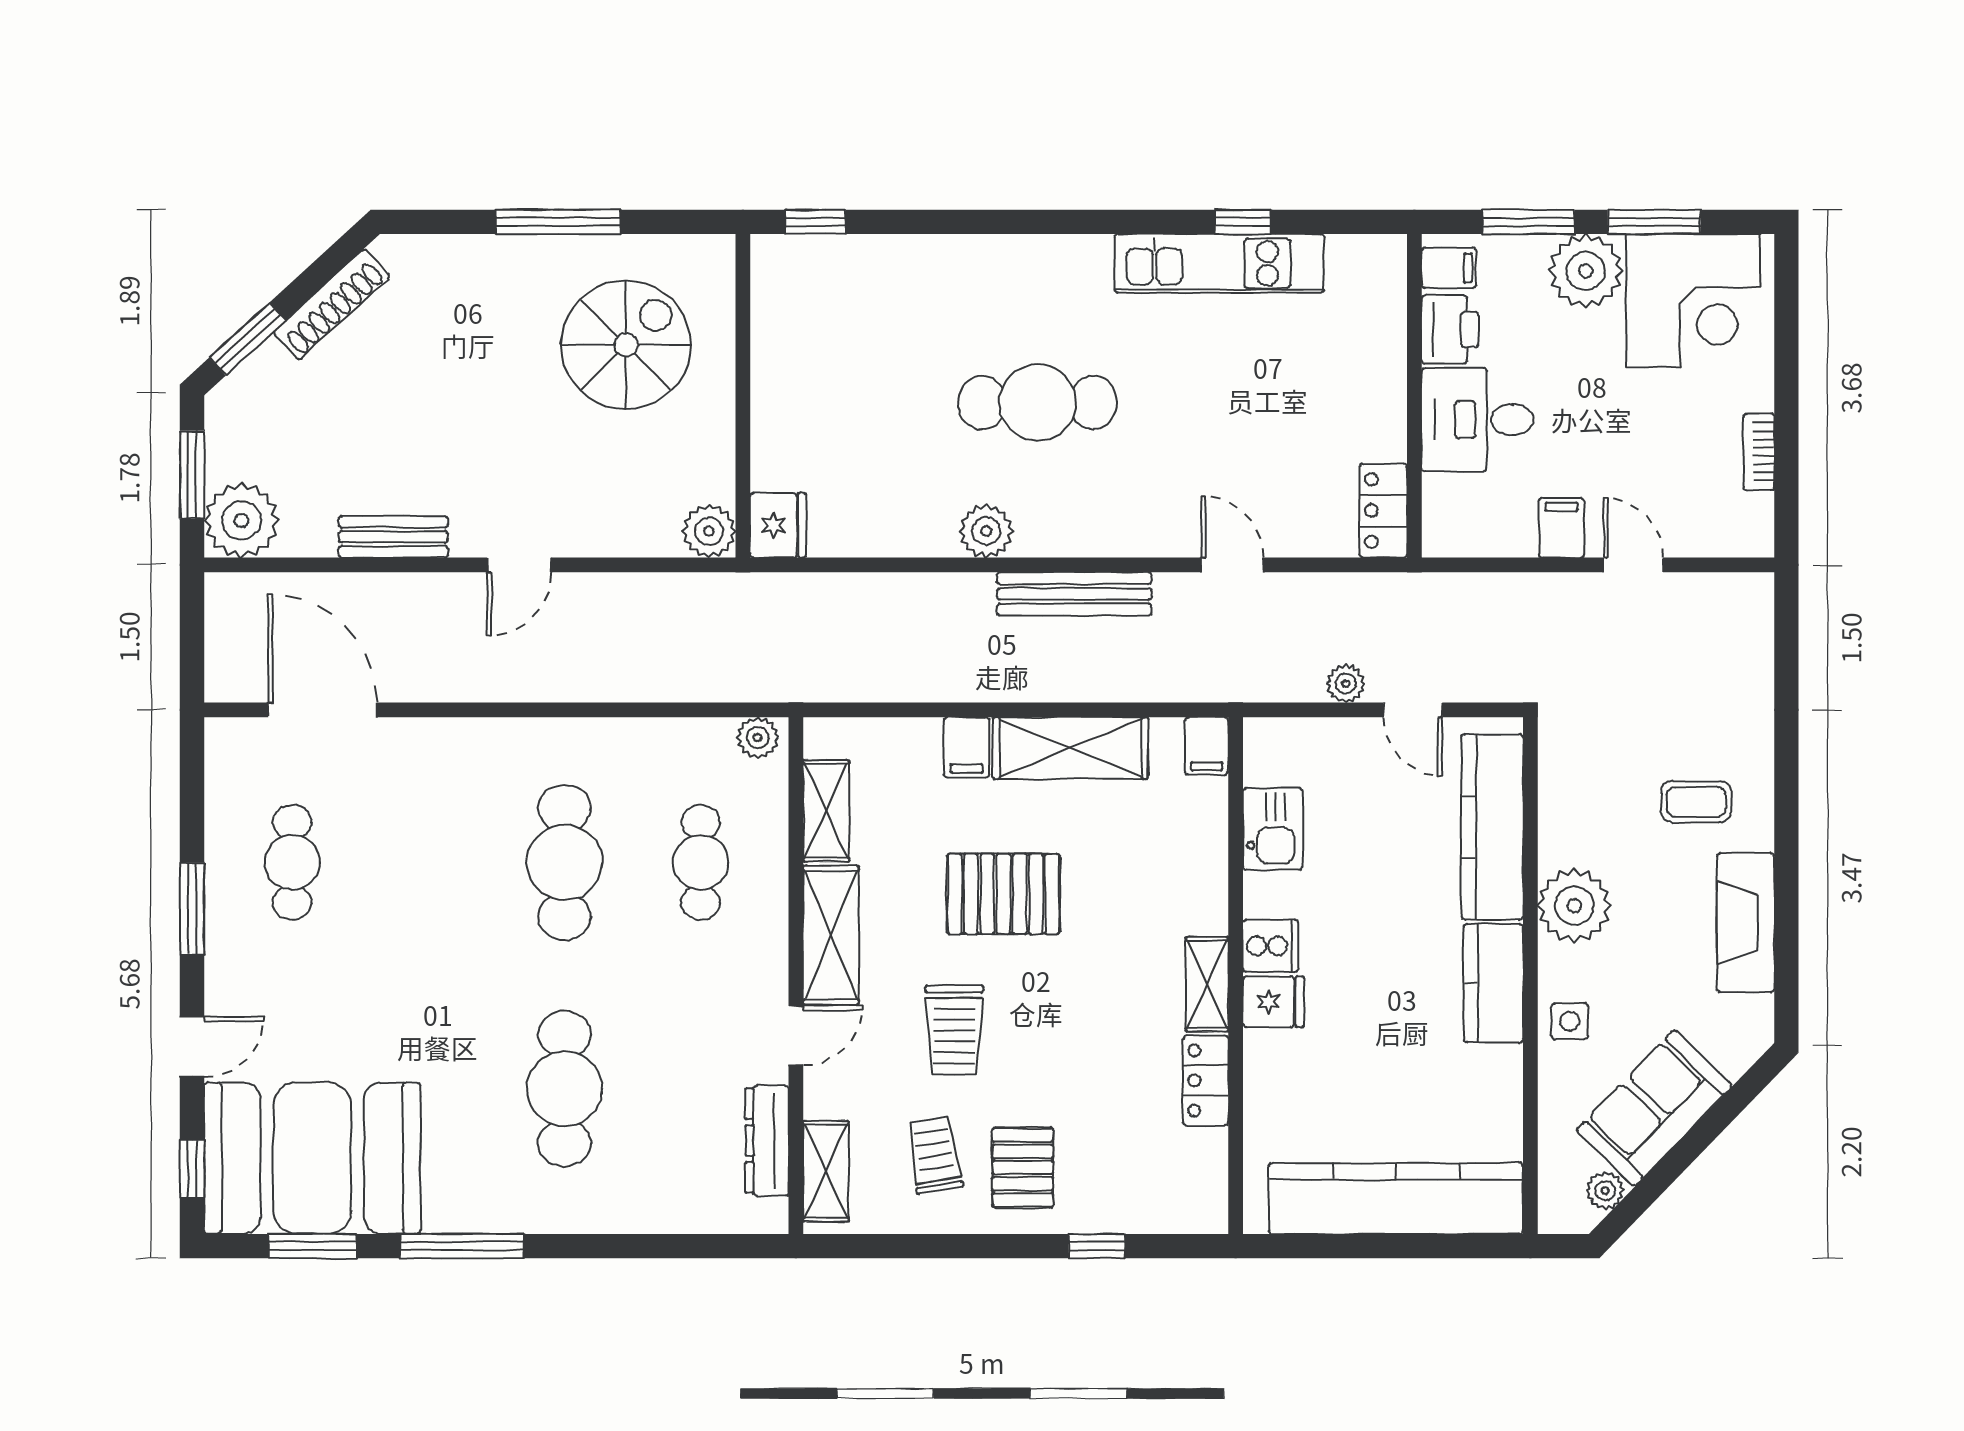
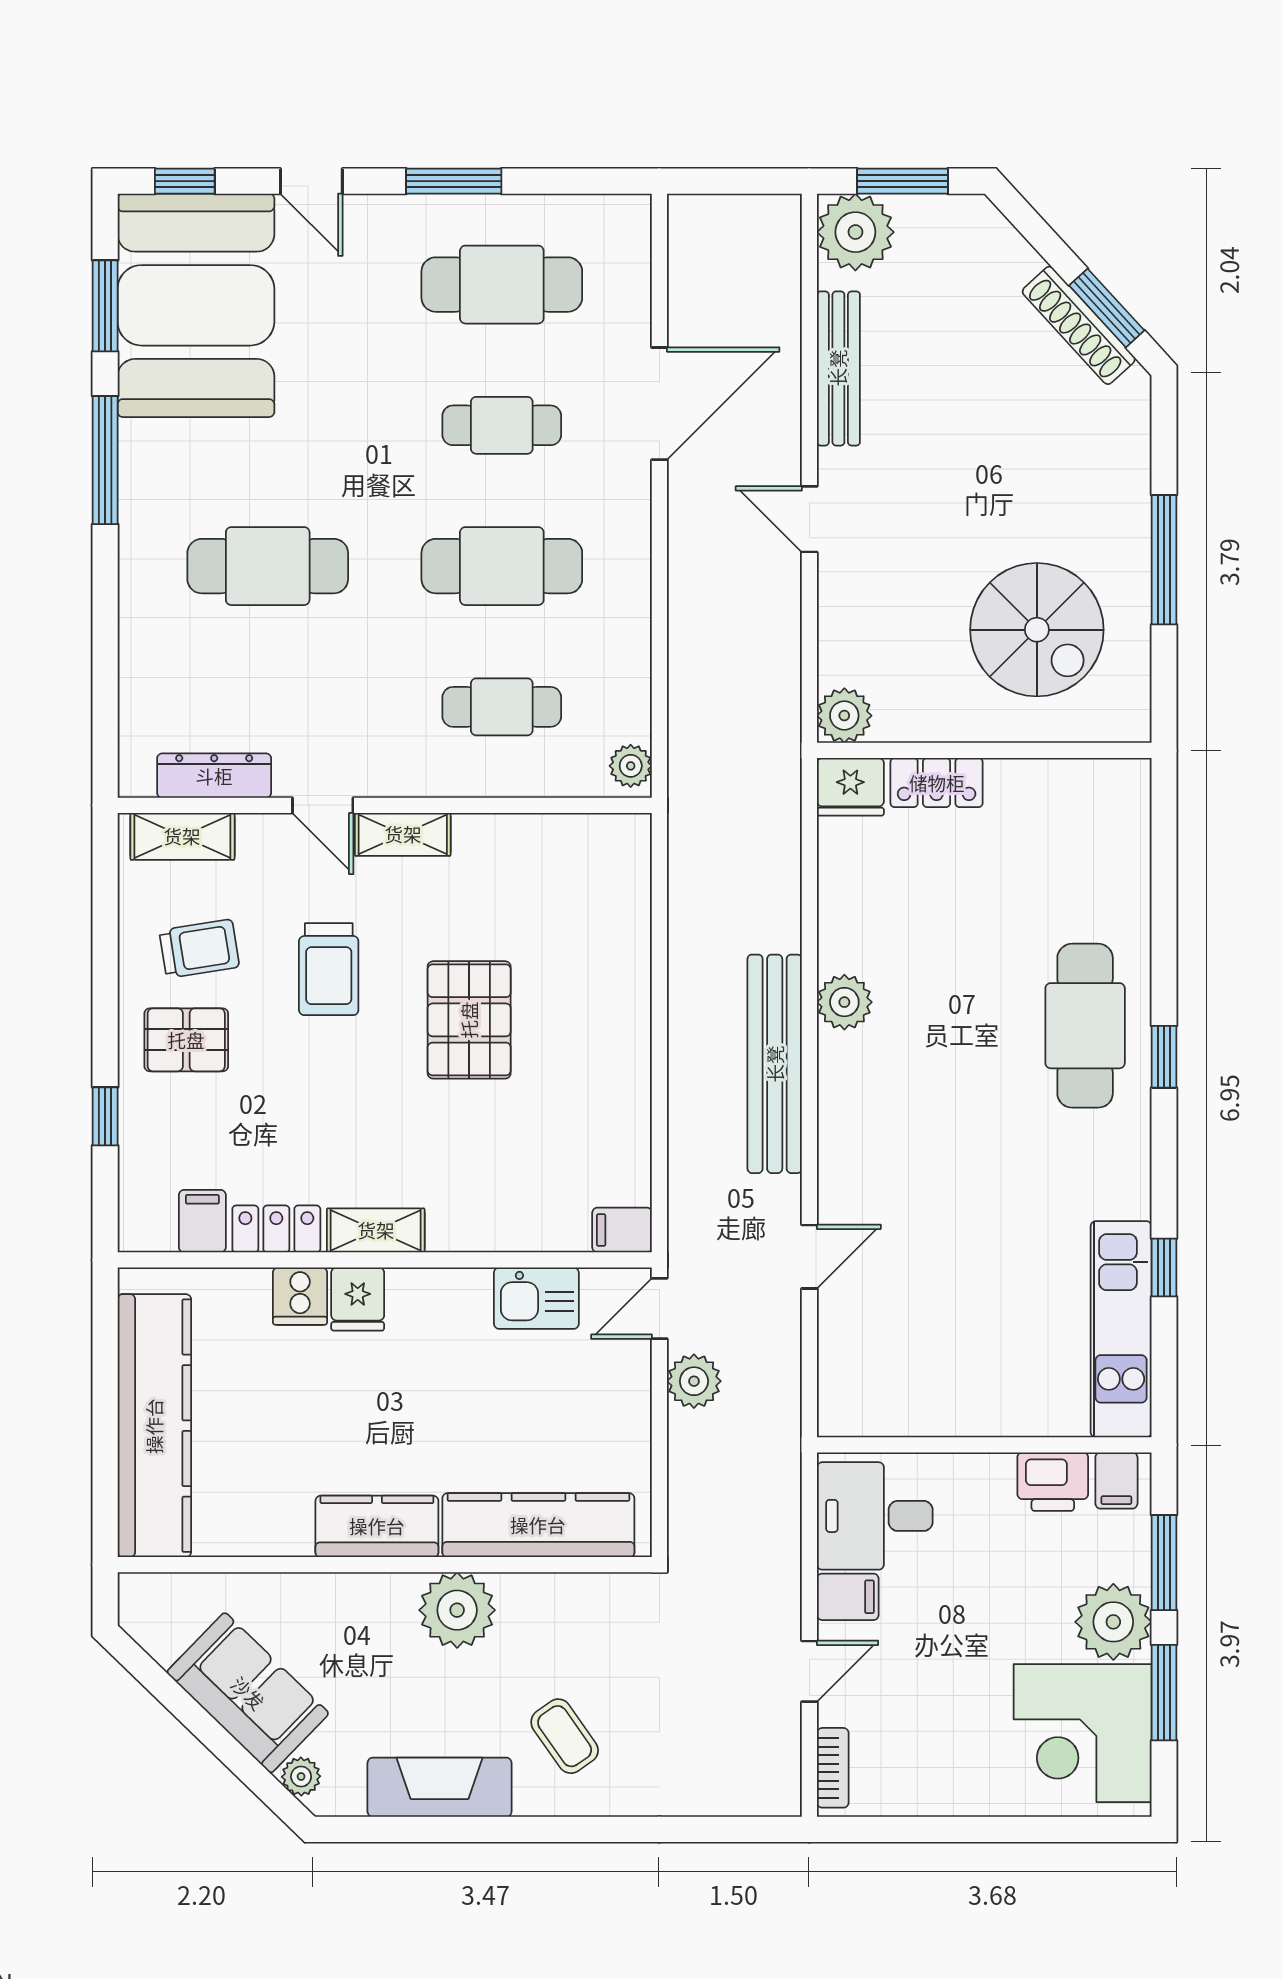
window: (815, 222) -> (1164, 1057), moved
kitchen unit: (1219, 263) -> (1121, 1329), moved
window: (248, 339) -> (1107, 308), moved
cafe table: (1038, 403) -> (1085, 1026), moved
desk: (1478, 420) -> (875, 1516), moved, turned -90
bookcase: (1759, 452) -> (833, 1768), moved, turned 90
locker: (1383, 511) -> (937, 783), moved, turned 180
bench: (393, 537) -> (838, 368), width x1.36
bench: (1074, 594) -> (775, 1064), width x1.37, depth x1.21
plant: (1346, 684) -> (694, 1381), width x1.38, depth x1.38
door: (322, 710) -> (659, 404), moved
door: (1413, 710) -> (659, 1309), moved
filing cabinet: (967, 747) -> (202, 1221), moved, turned 90
shelving: (1070, 748) -> (620, 1089), removed
coffee table: (1696, 802) -> (565, 1736), turned -35
shelving: (826, 811) -> (555, 837), removed
cafe table: (292, 862) -> (502, 285), width x1.37, depth x1.35
cafe table: (428, 862) -> (502, 425), added
shelving: (831, 935) -> (403, 834), width x0.67, depth x0.75
cooker: (1271, 946) -> (300, 1296), moved
side table: (1570, 1021) -> (338, 1605), removed
trolley: (954, 1030) -> (329, 969), turned -90
plant: (1605, 1191) -> (301, 1776), moved

